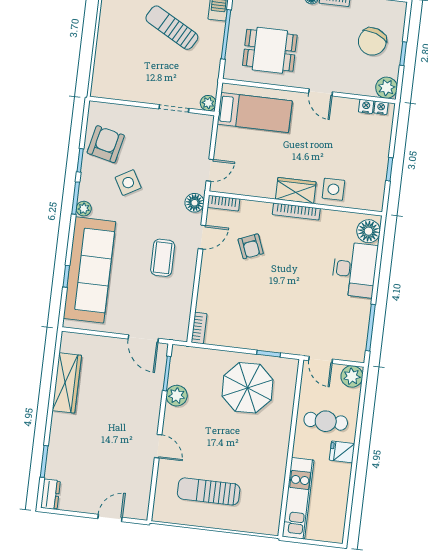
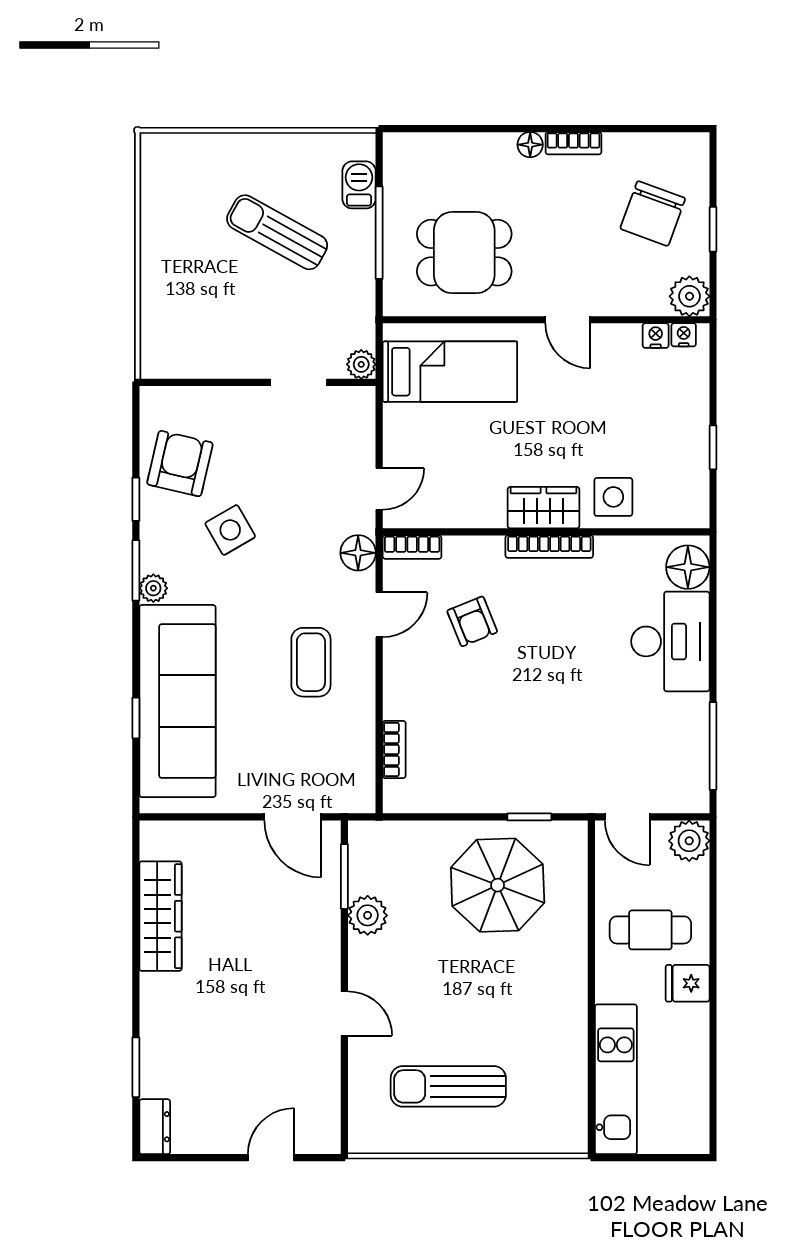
bookcase: (199, 328) -> (394, 749), moved

